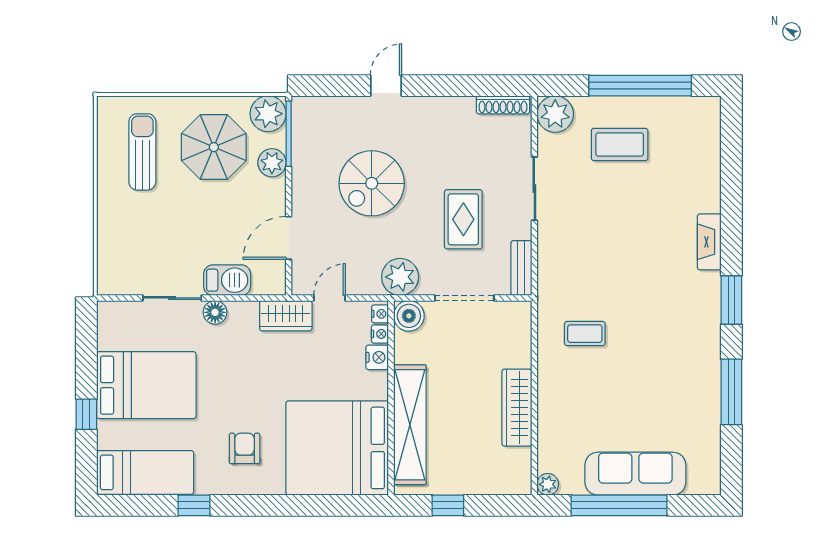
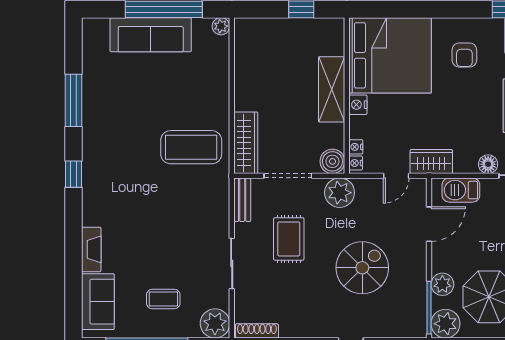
sofa: (701, 141) -> (98, 302), added
coffee table: (620, 144) -> (163, 299), width x0.73, depth x0.77
fireplace: (709, 242) -> (91, 249), moved
barbecue: (227, 280) -> (461, 190), moved
window: (731, 300) -> (73, 174), width x0.67
coffee table: (585, 334) -> (191, 147), width x1.86, depth x1.72
nightstand: (377, 357) -> (358, 105), moved
wardrobe: (517, 408) -> (246, 143), moved
shelving: (410, 425) -> (332, 89), width x0.68

